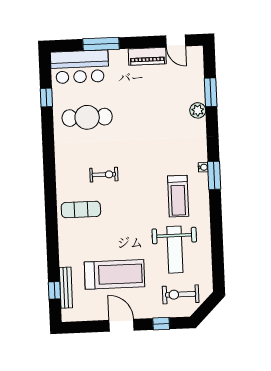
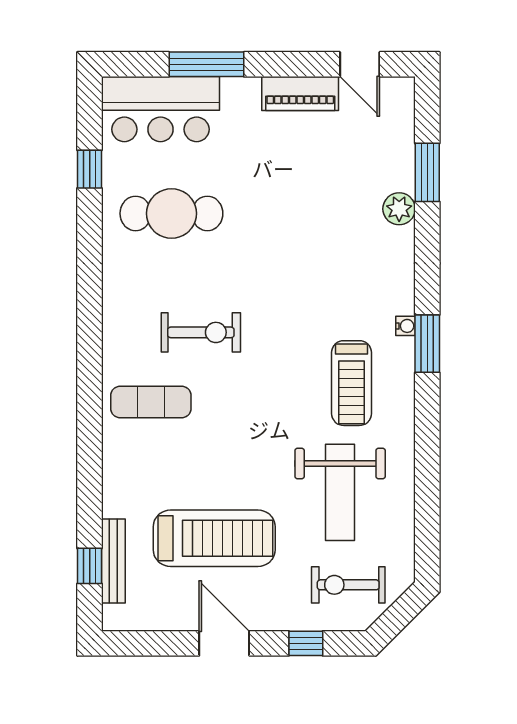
exercise bike: (104, 175) -> (201, 332), width x1.38, depth x1.39

